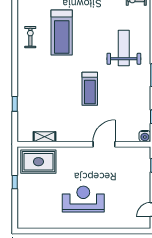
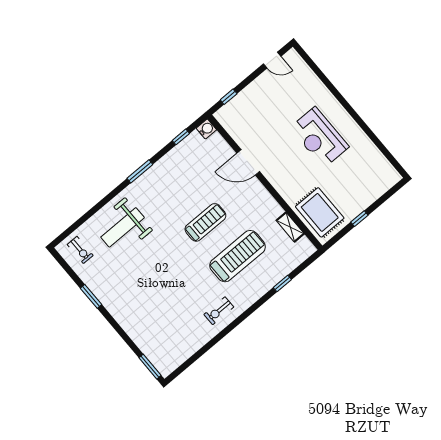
treadmill: (62, 32) -> (238, 256), moved
exercise bike: (30, 37) -> (219, 311), moved
weight bench: (124, 48) -> (123, 227), moved

